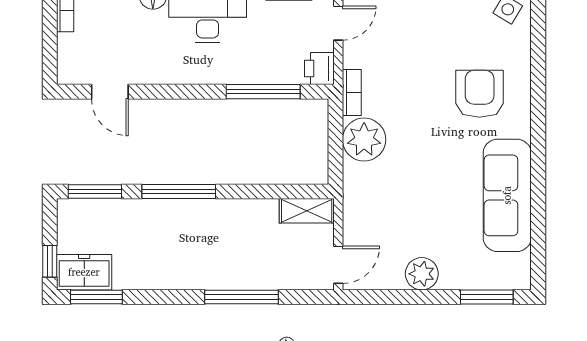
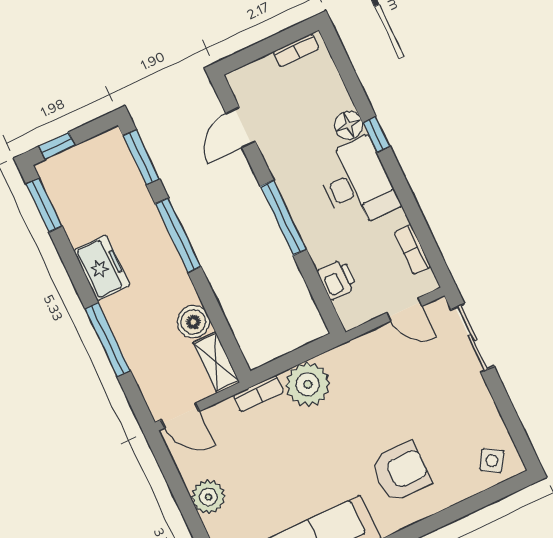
printer: (319, 69) -> (337, 279), moved, turned 90
window: (263, 92) -> (283, 218), moved
bookcase: (352, 93) -> (259, 394), moved
boiler: (261, 214) -> (193, 322), added
freezer: (84, 272) -> (102, 268), moved

